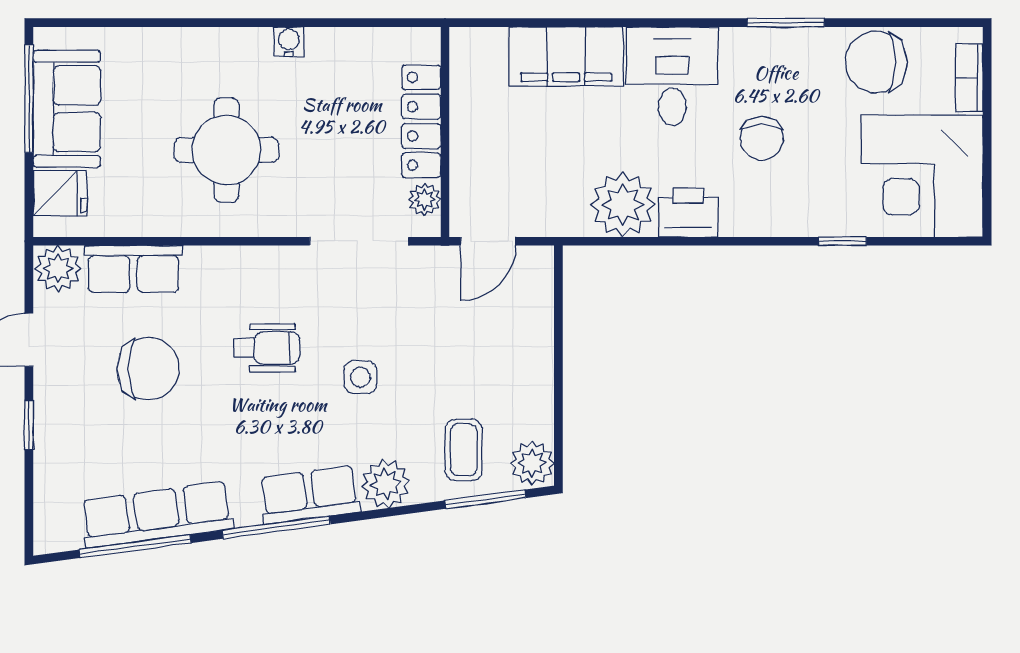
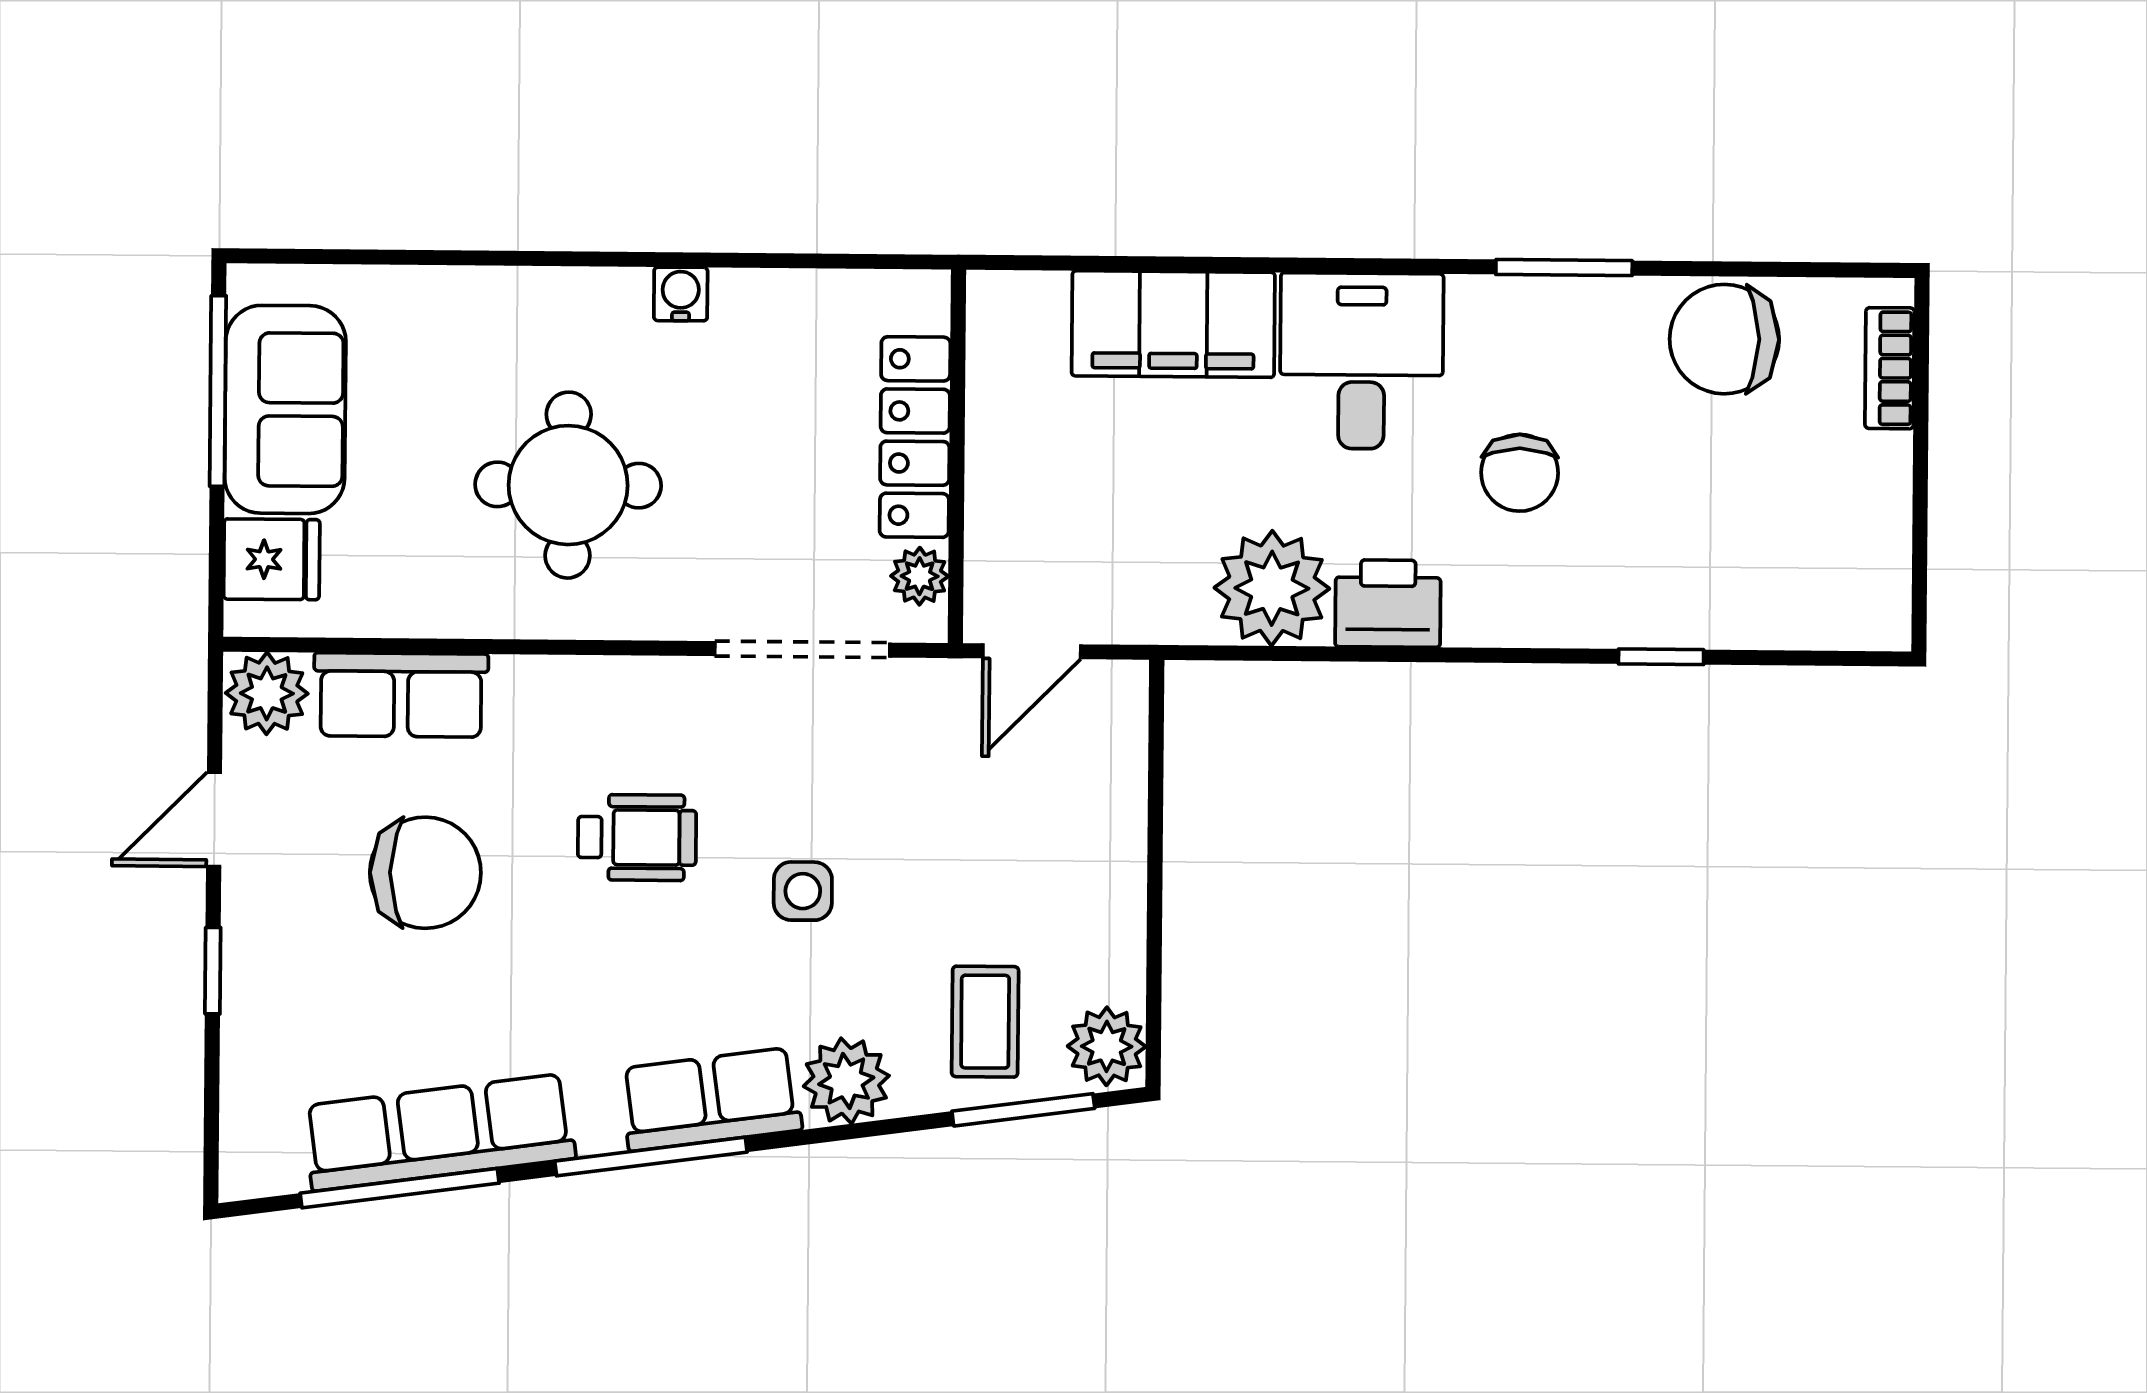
corner desk: (922, 176) -> (1804, 542), removed

